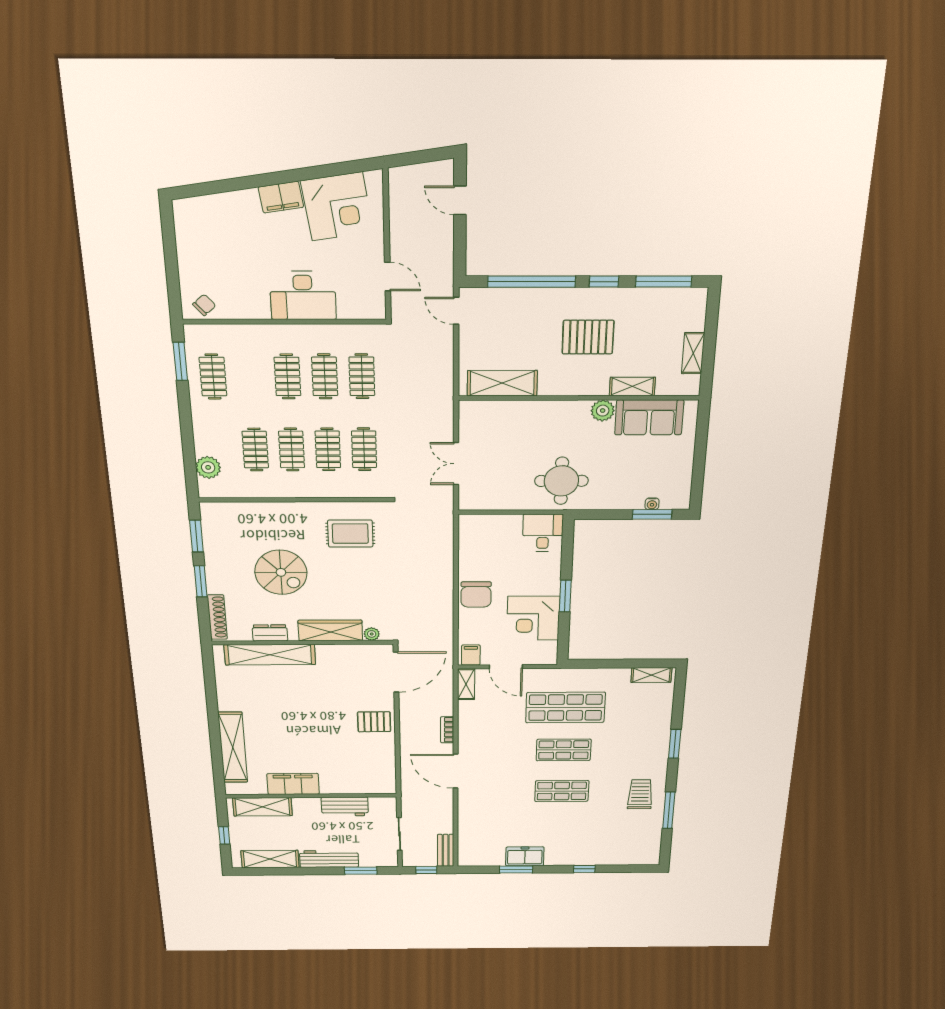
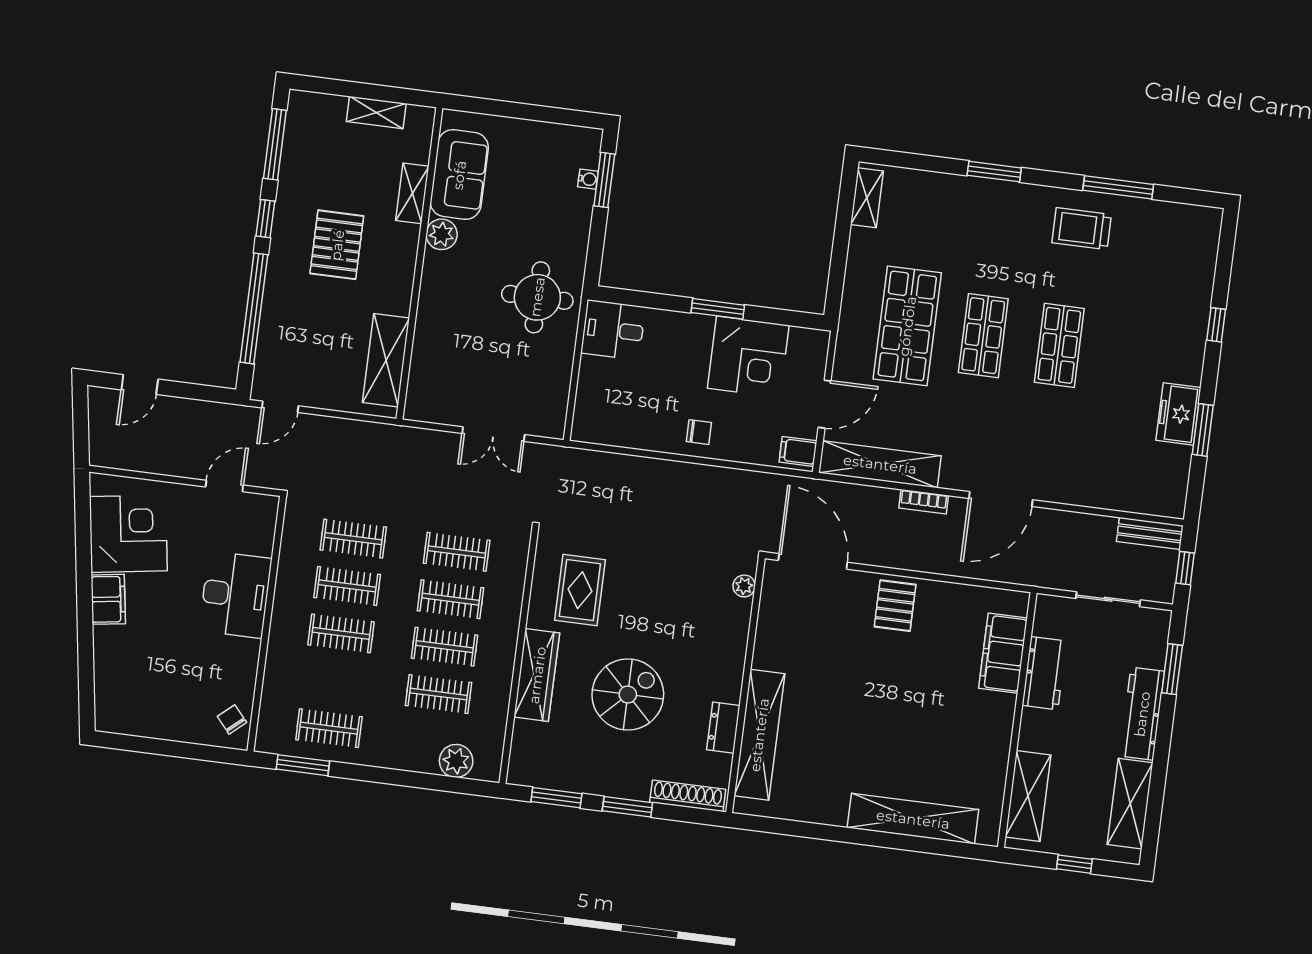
chair: (476, 595) -> (699, 432), width x0.54, depth x0.54
wardrobe: (330, 630) -> (537, 675), moved, turned 180
shelving: (466, 684) -> (880, 464), width x2.20, depth x1.33
filing cabinet: (293, 784) -> (1003, 653), moved

